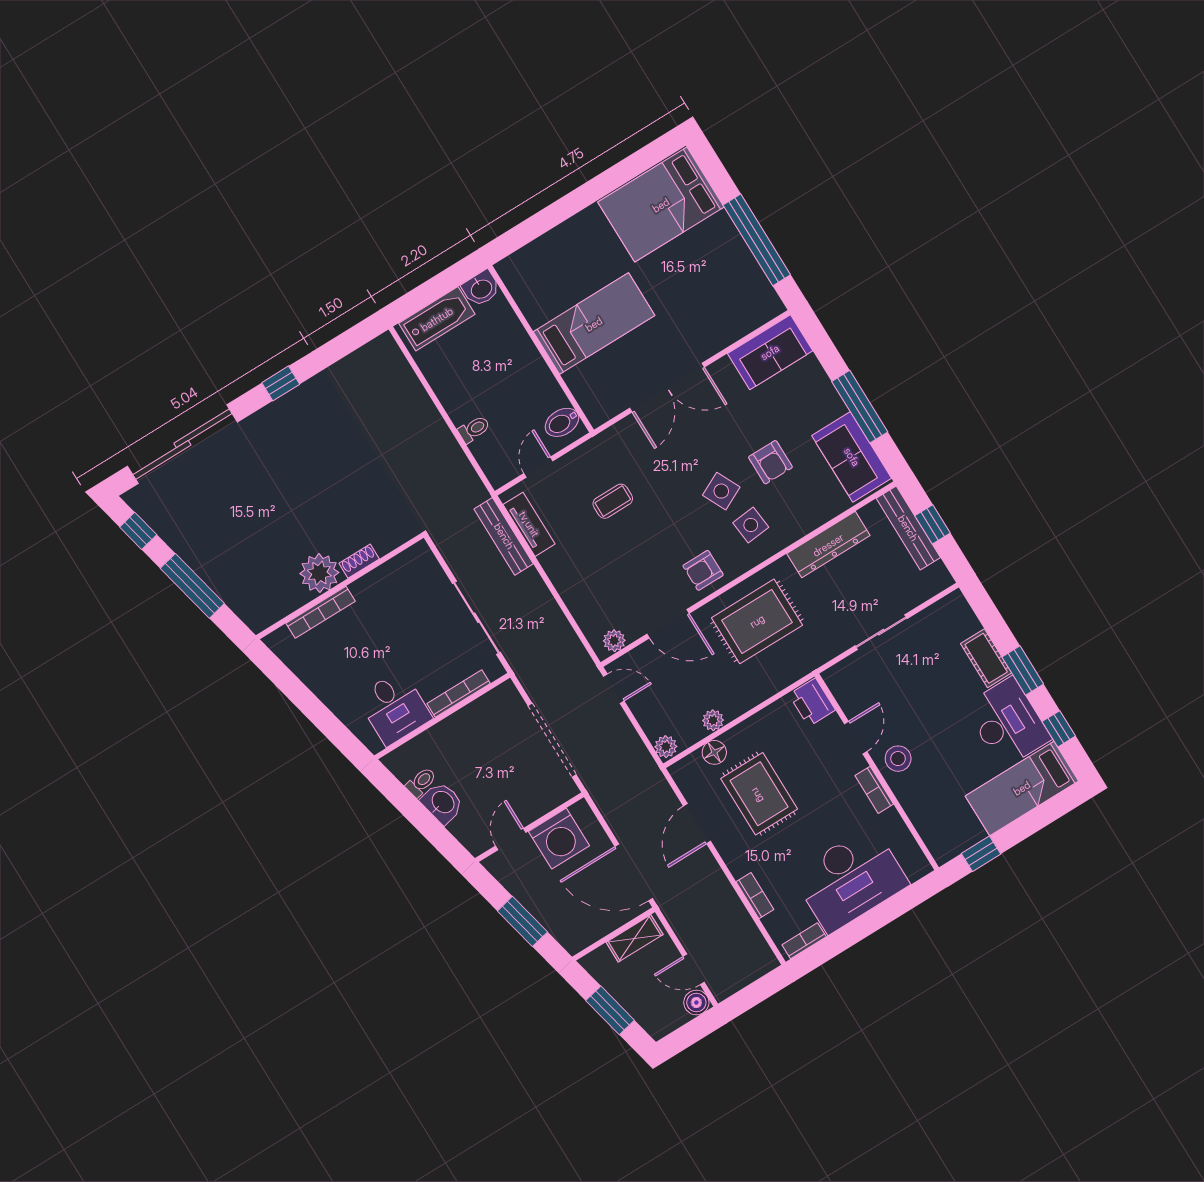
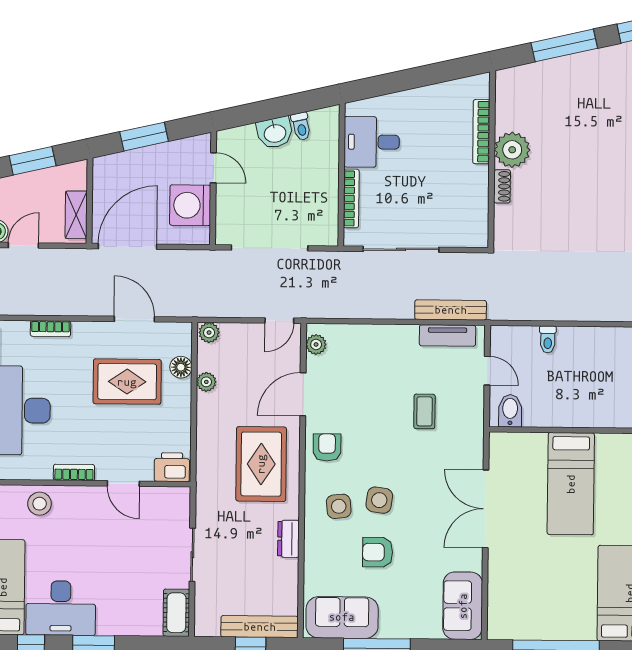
side table: (721, 491) -> (379, 500), turned 34
dresser: (828, 545) -> (288, 539), width x0.51, depth x0.80
cot: (986, 658) -> (176, 613), moved, turned 90
stool: (898, 759) -> (40, 504), moved

